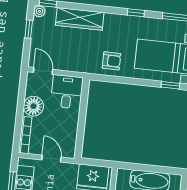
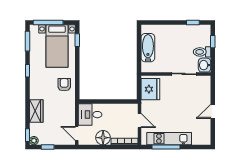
wardrobe: (80, 19) -> (36, 111), width x0.67
door: (43, 71) -> (77, 133), hinge flipped
door: (51, 159) -> (140, 121), swing flipped

